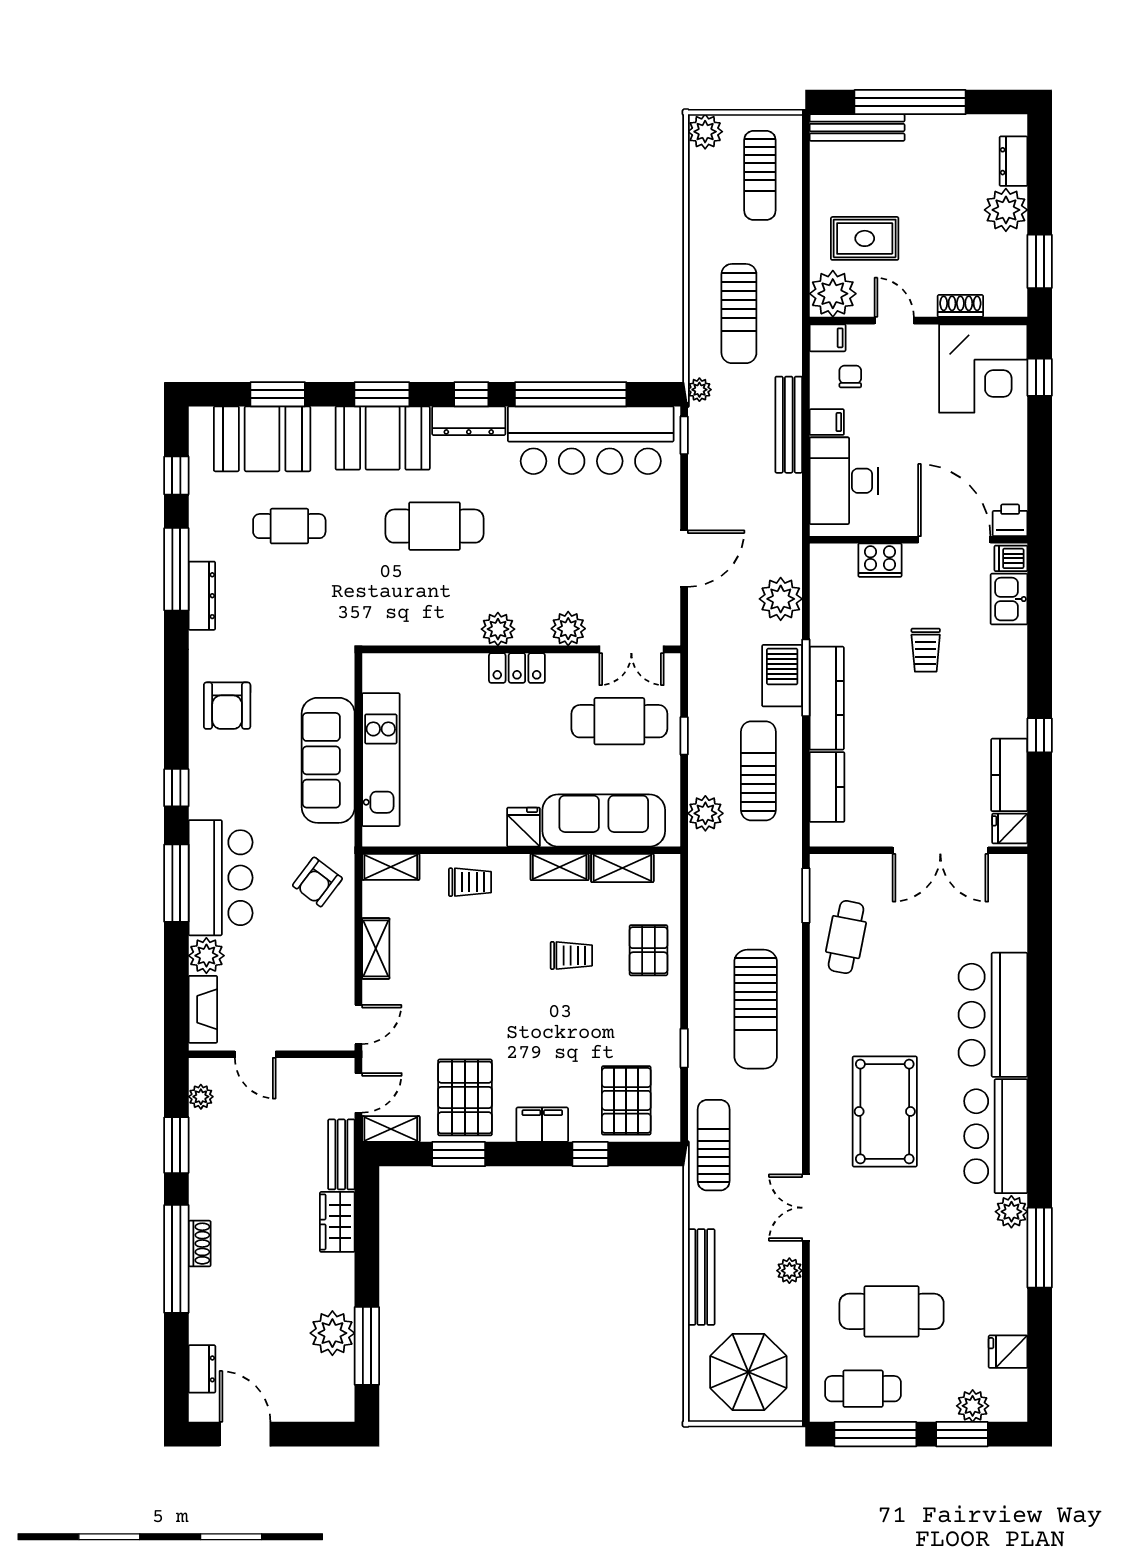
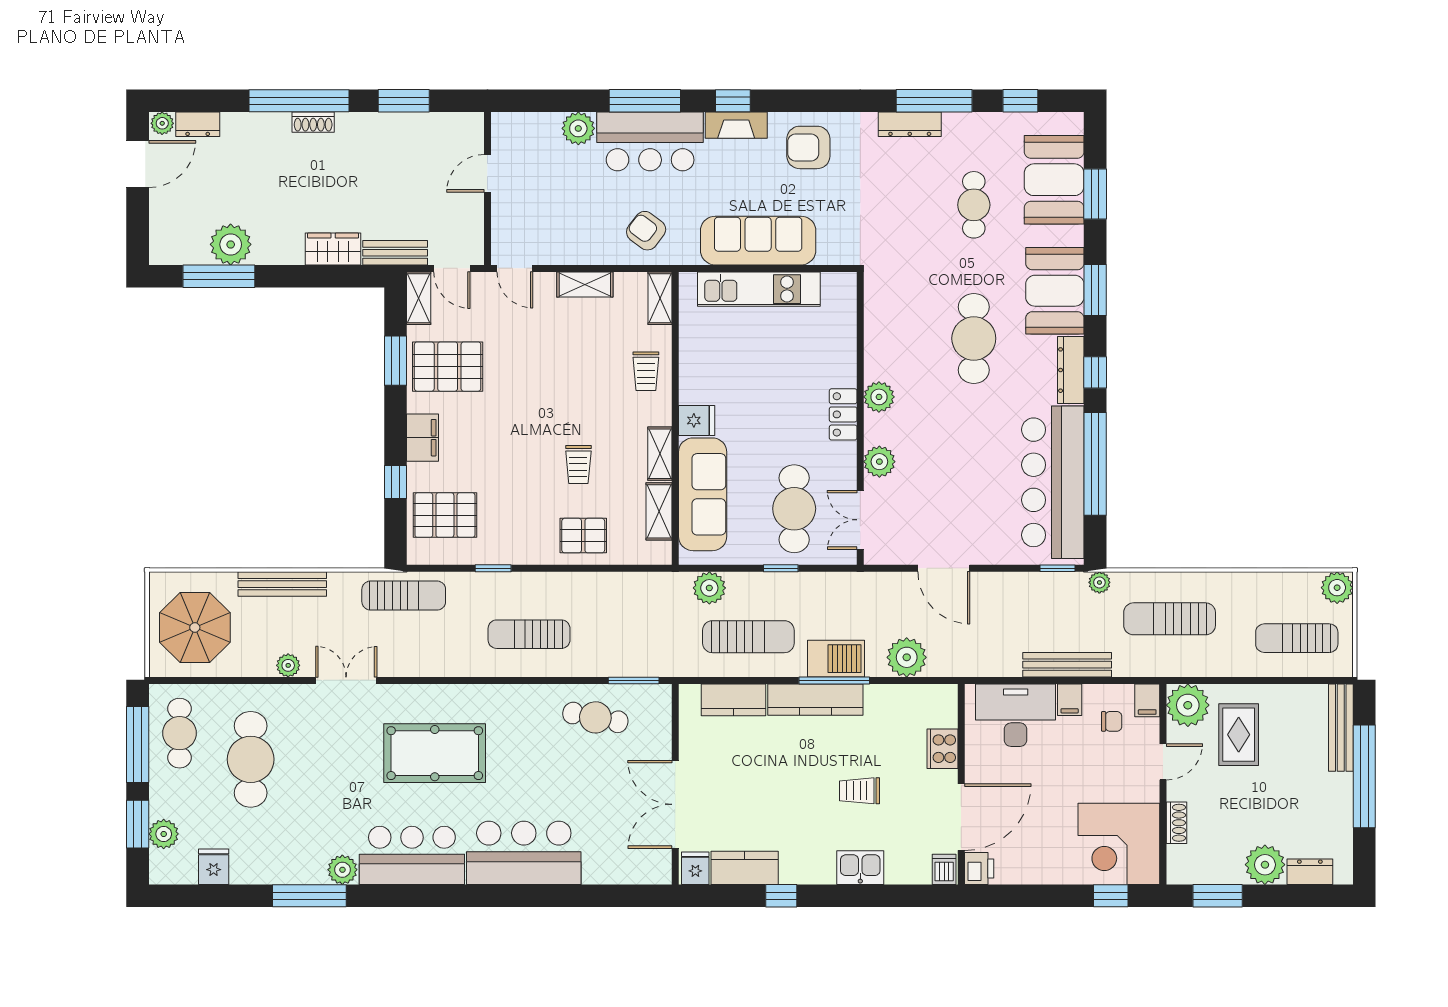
kitchen sink: (1009, 599) -> (860, 868), moved
fireplace: (203, 1009) -> (736, 125), moved
sun lounger: (756, 1009) -> (529, 634), width x0.73, depth x0.75
plant: (201, 1097) -> (162, 123), moved

